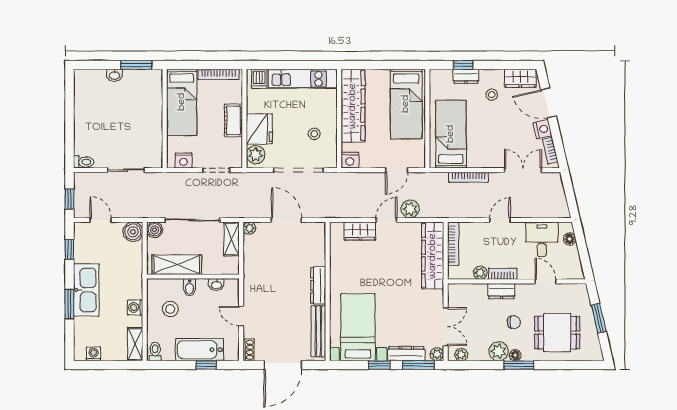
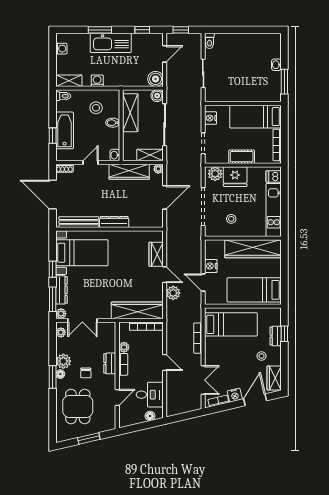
nightstand: (350, 160) -> (211, 266), moved
wardrobe: (253, 266) -> (129, 172), added
washbasin: (216, 285) -> (115, 155), moved

